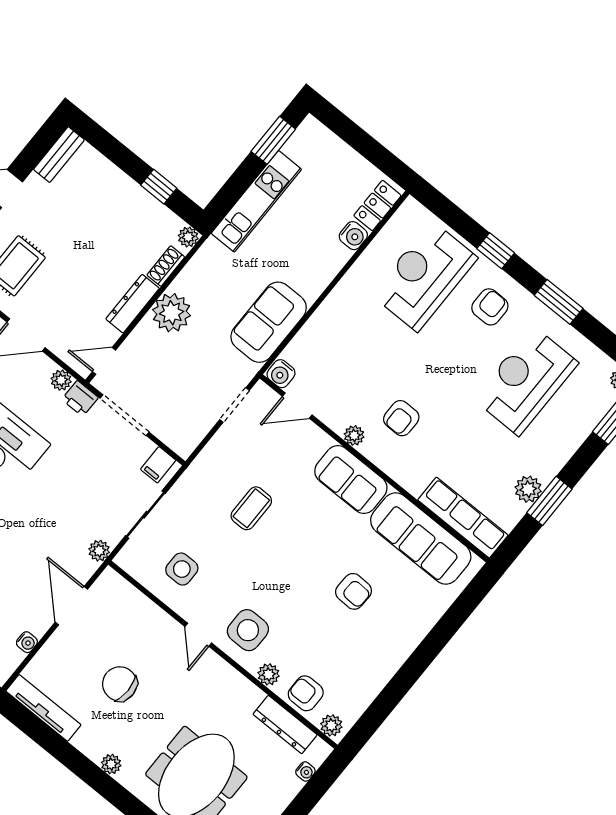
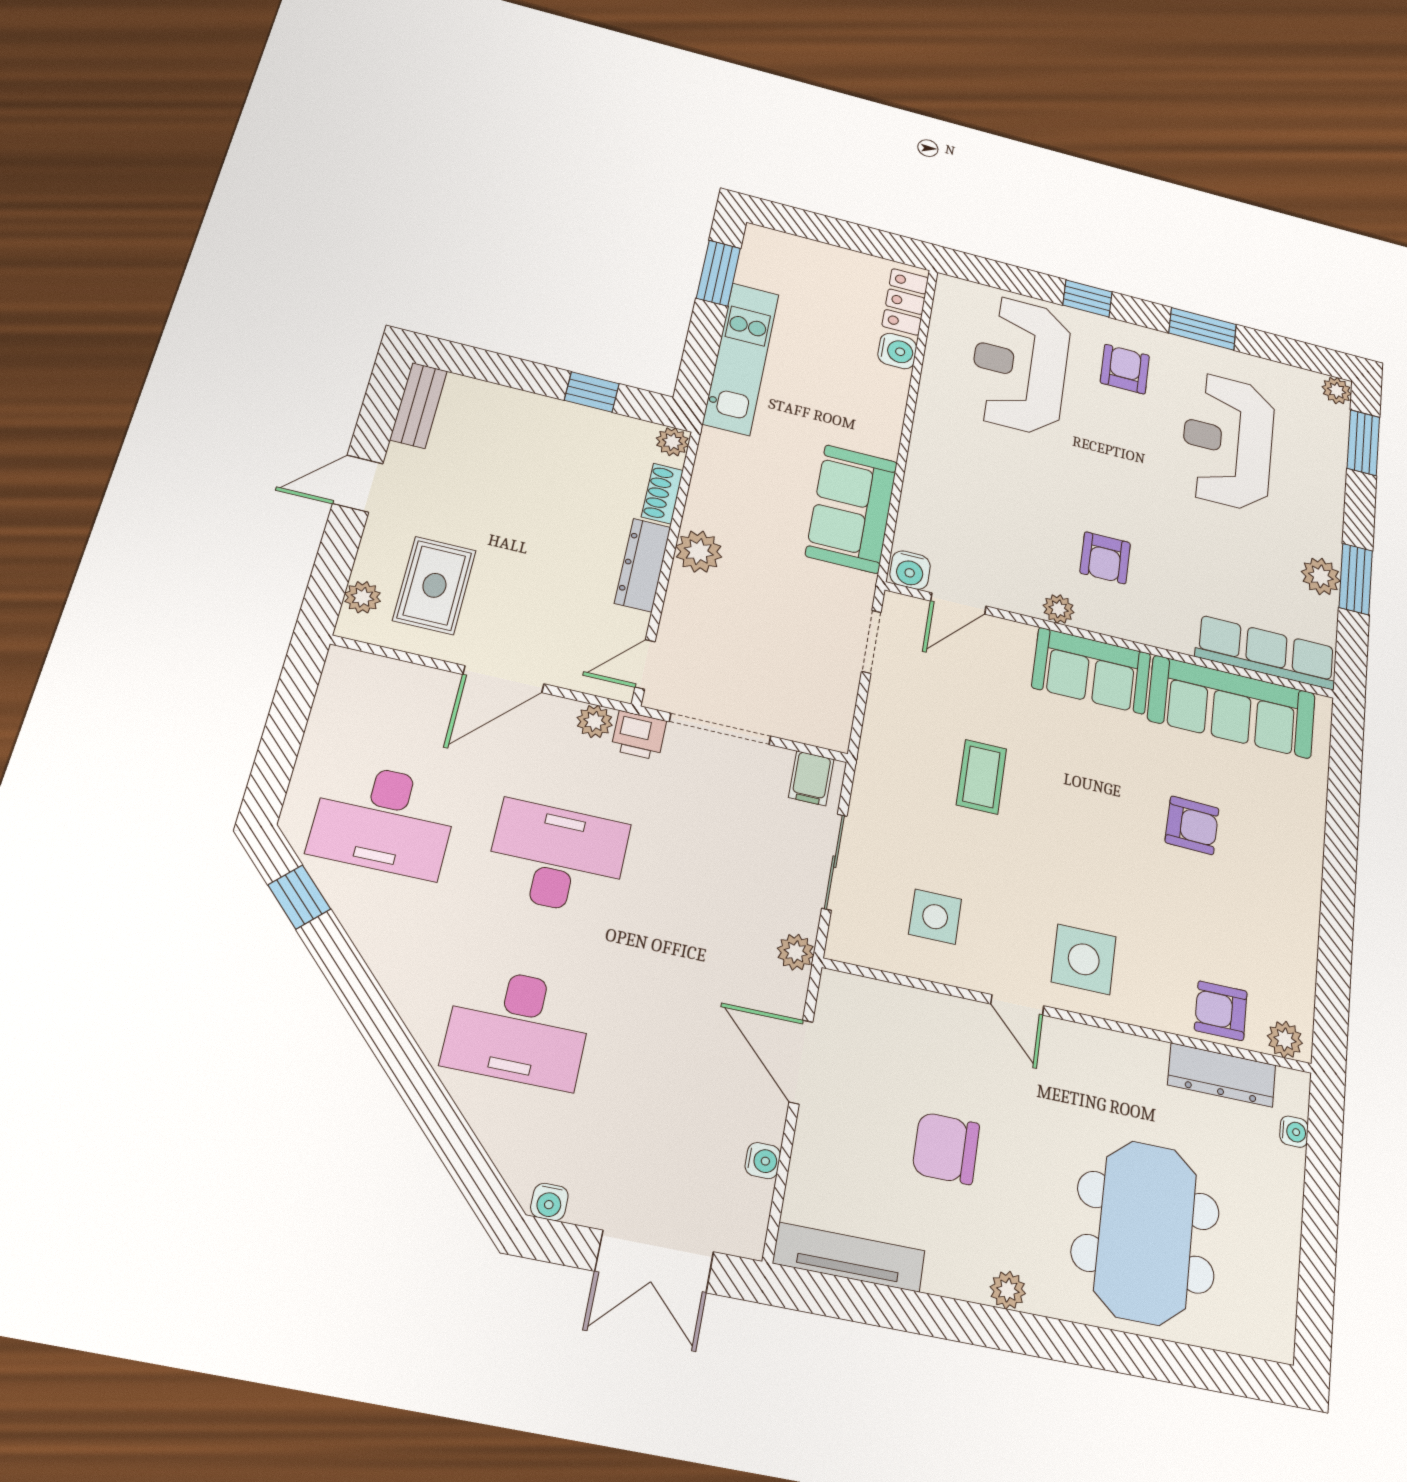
plant: (172, 313) -> (699, 552), width x0.73, depth x0.73
plant: (269, 674) -> (1153, 1011), removed

